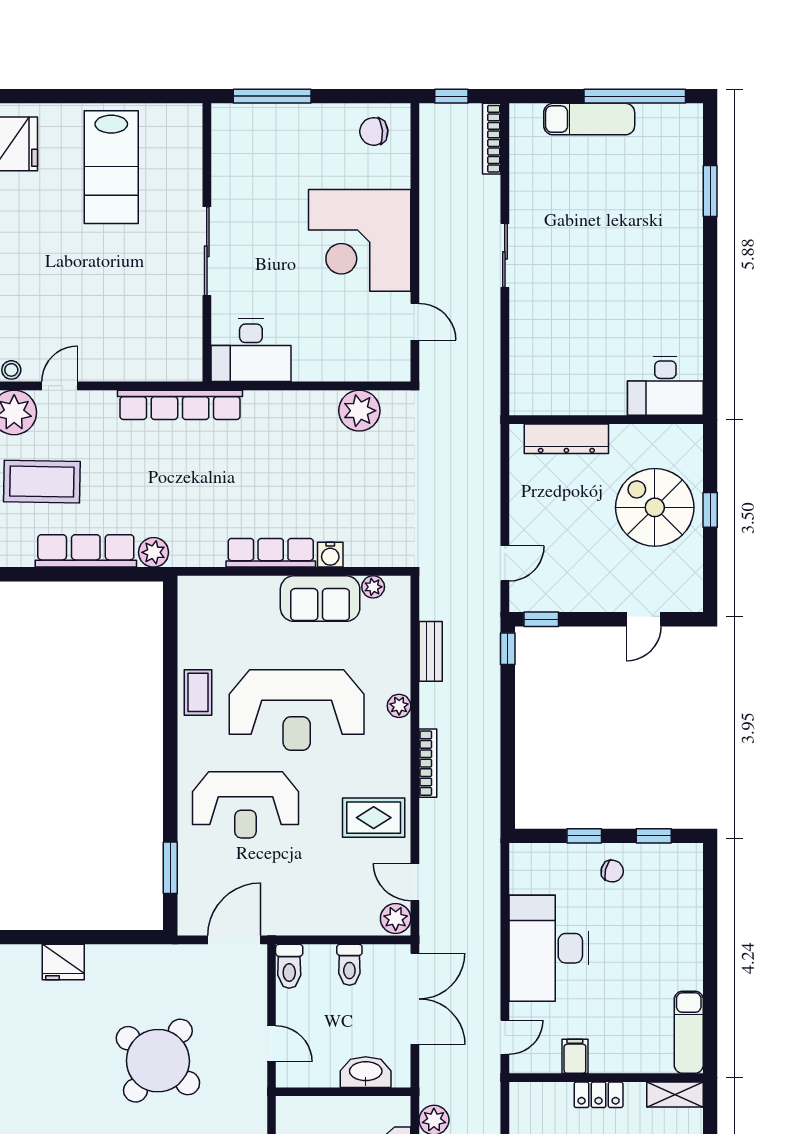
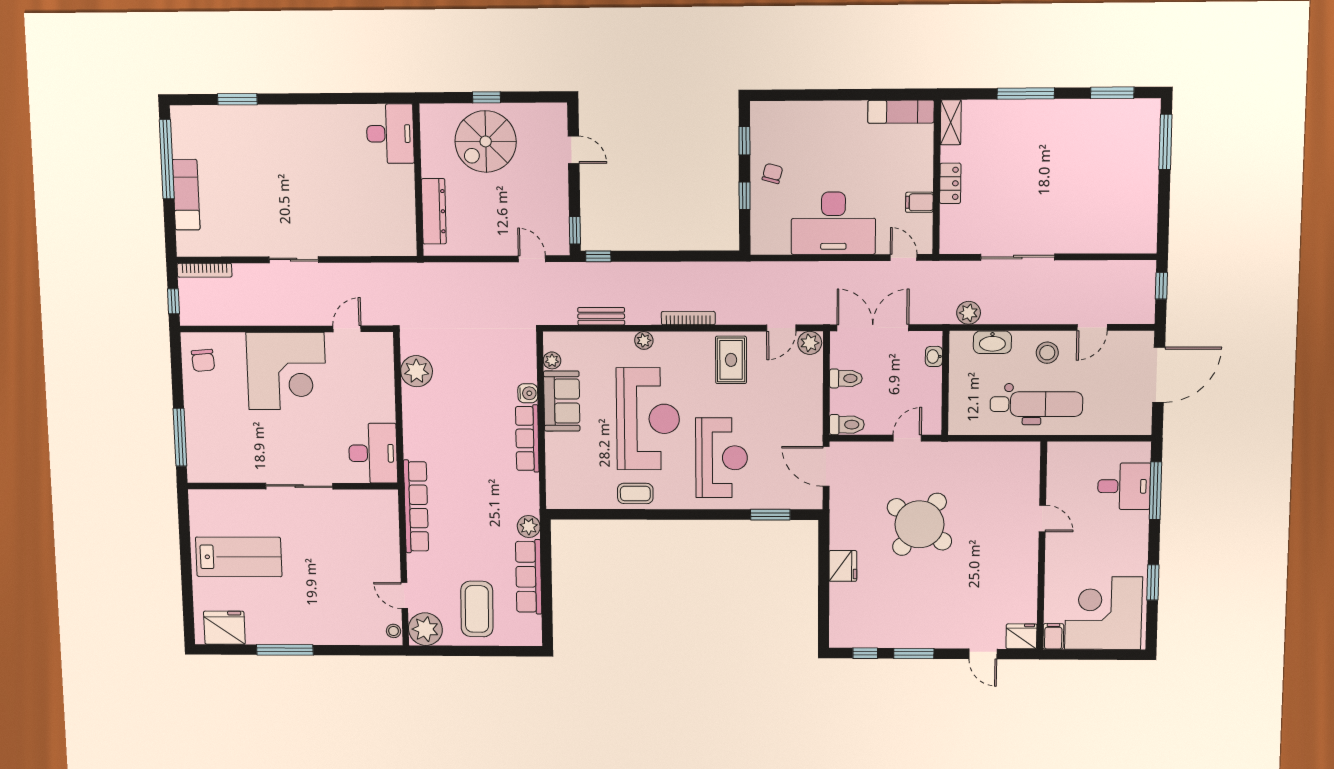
fridge: (63, 962) -> (843, 566), moved
washbasin: (366, 1072) -> (934, 356), width x0.52, depth x0.69

